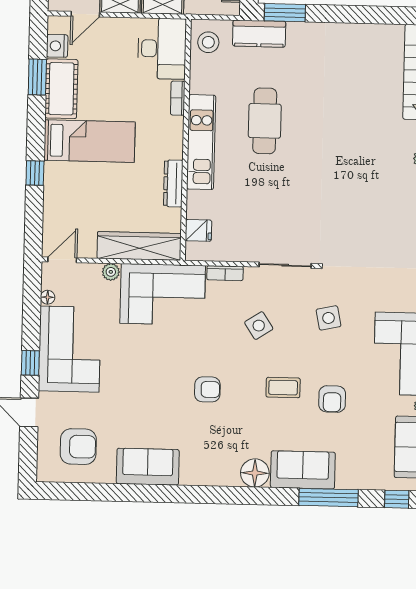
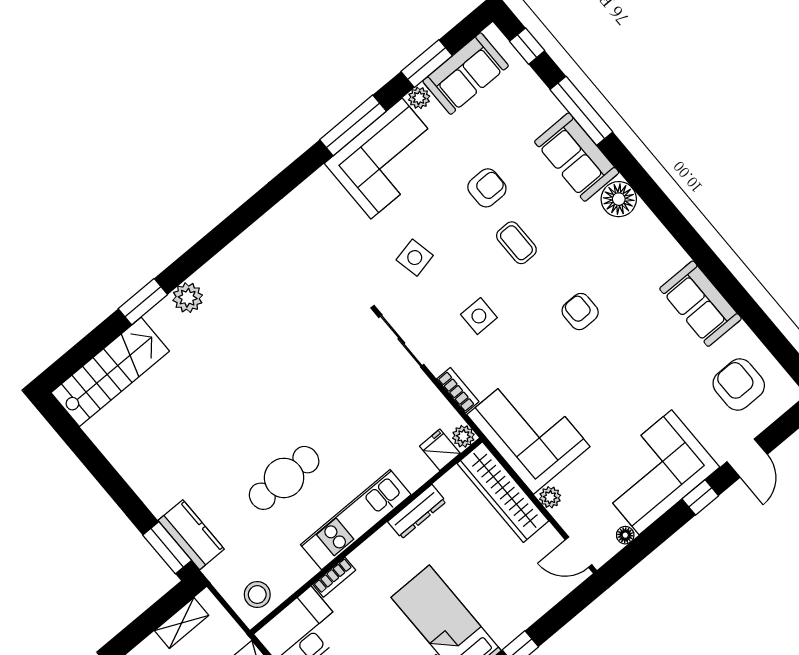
kitchen counter: (259, 34) -> (191, 535), moved
plant: (194, 252) -> (463, 436), added
side table: (259, 326) -> (479, 316), turned 33

